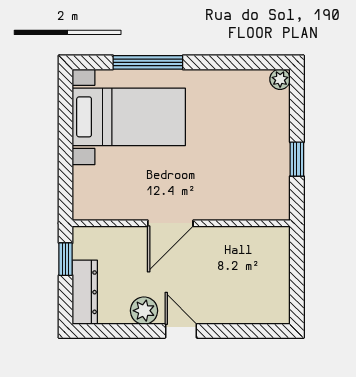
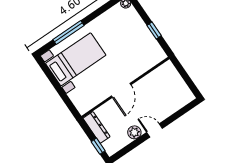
window: (66, 259) -> (98, 146), moved
dresser: (85, 292) -> (96, 127), moved

